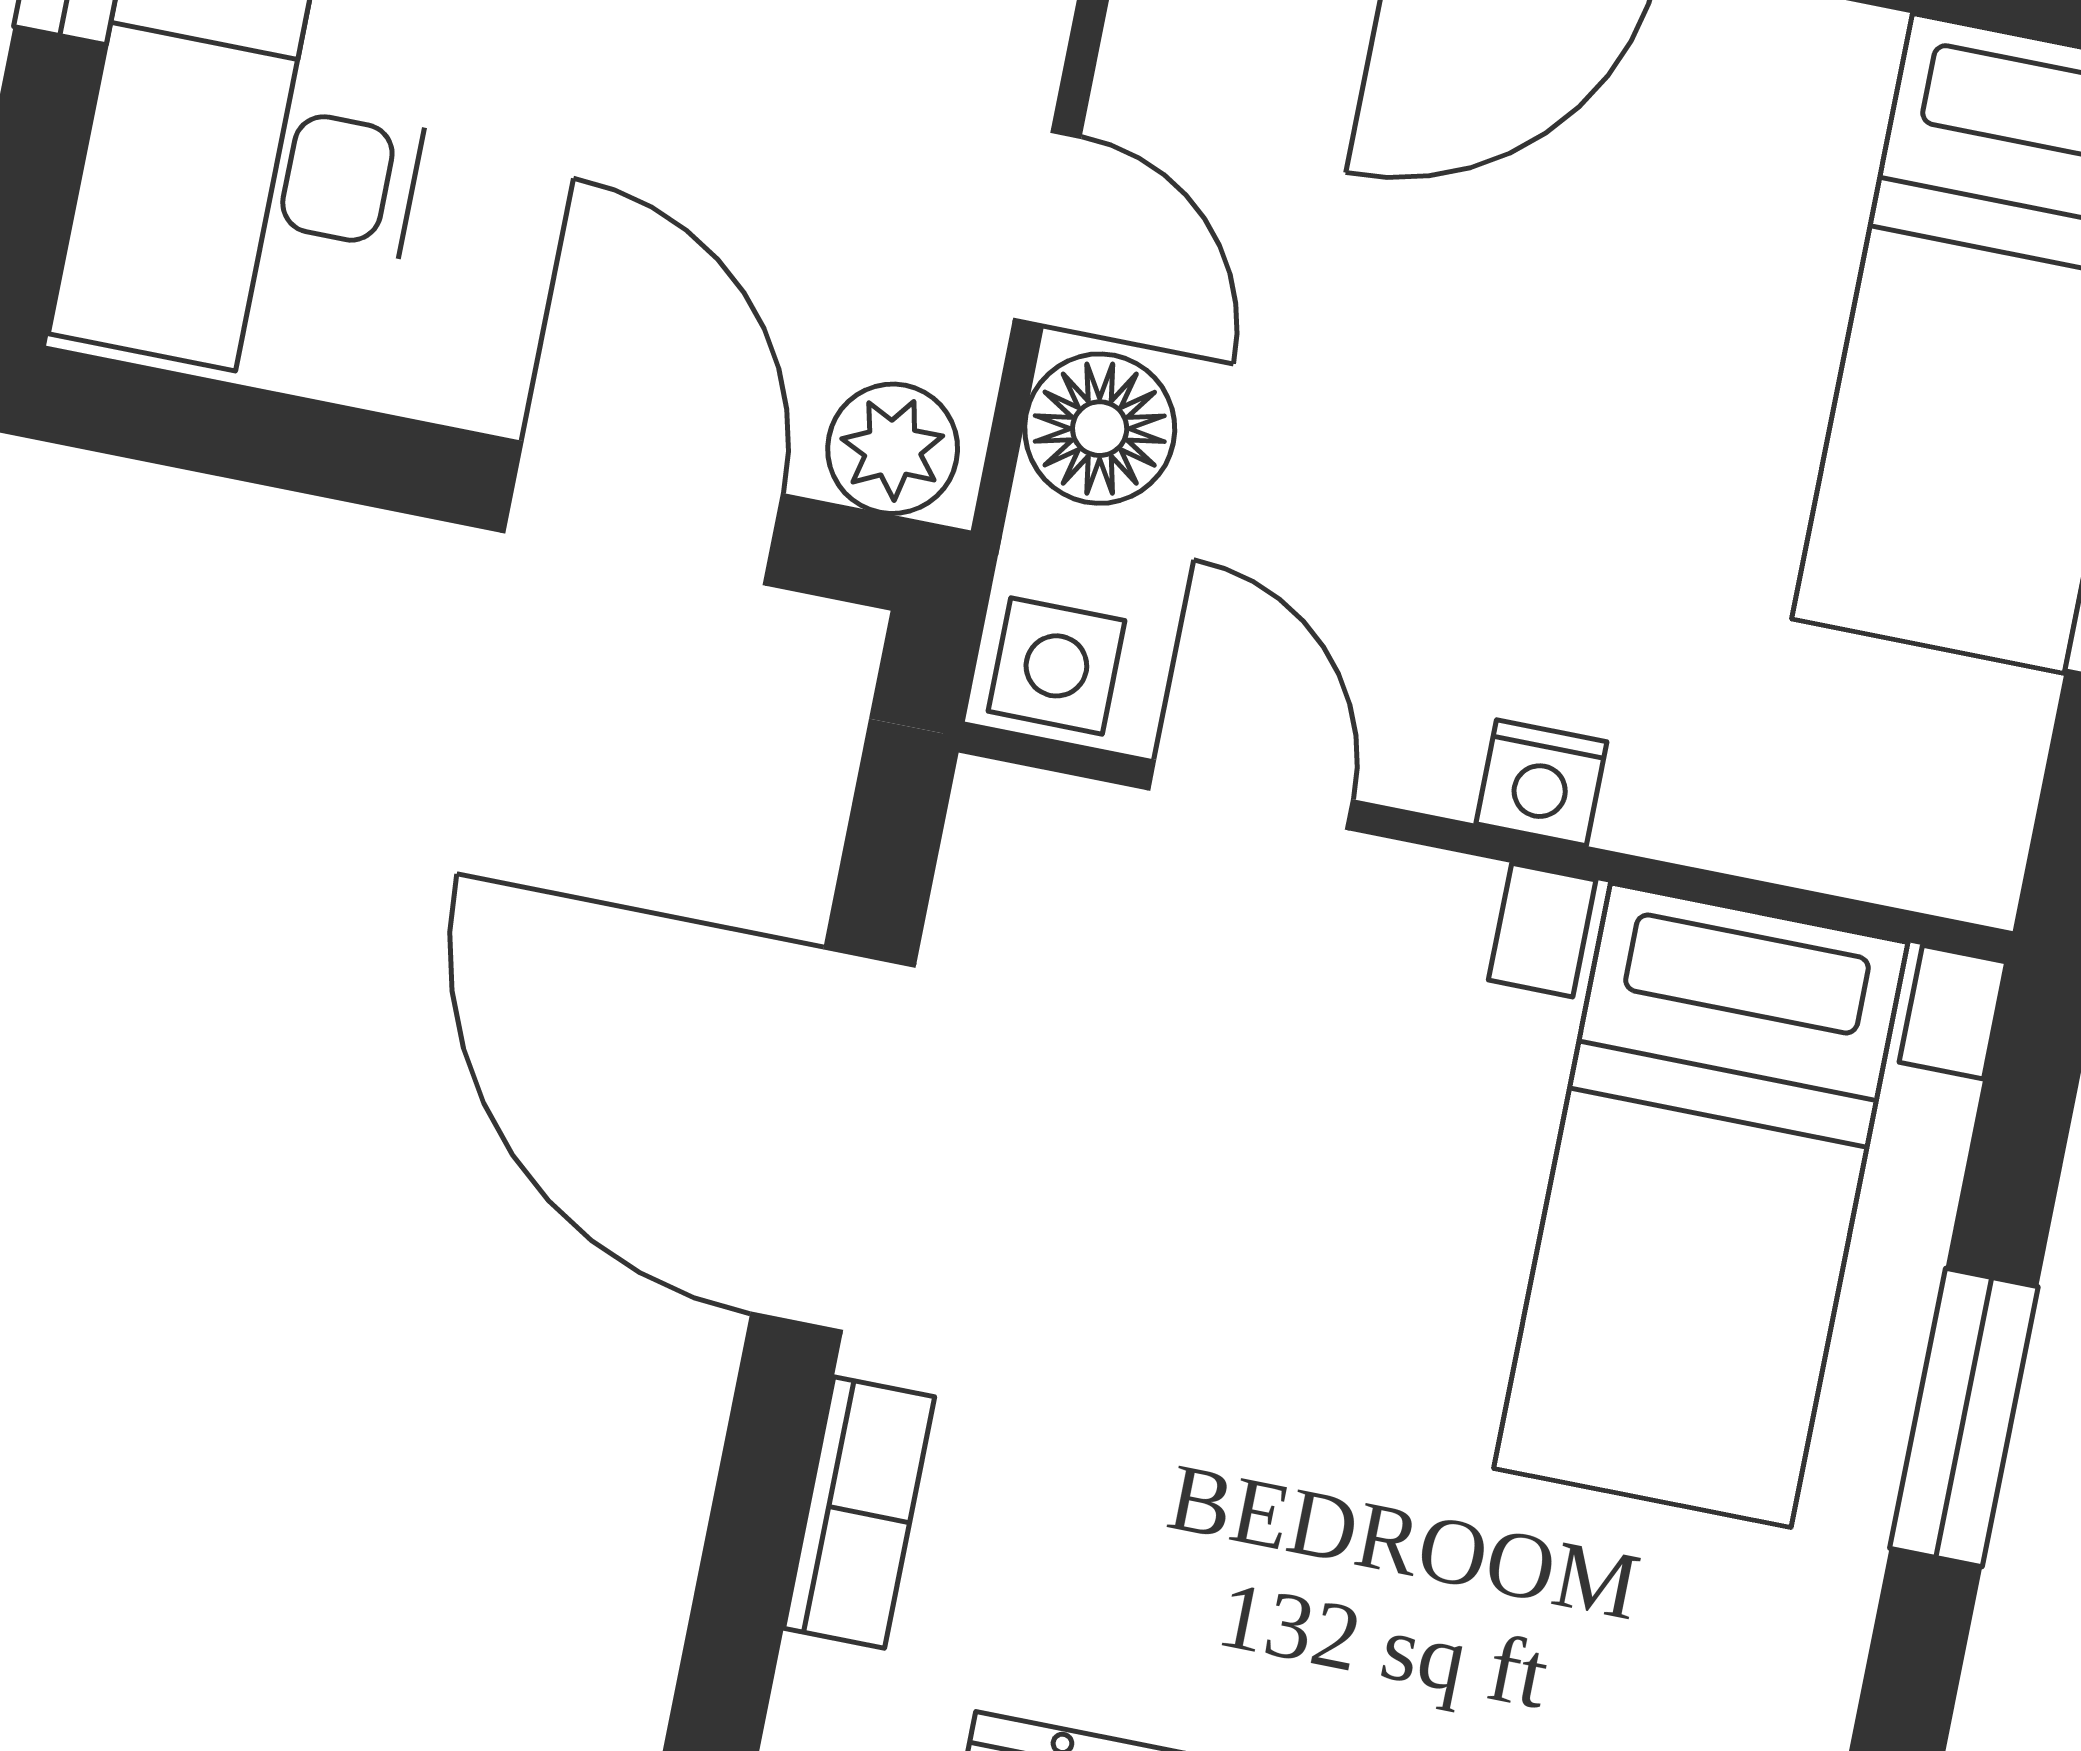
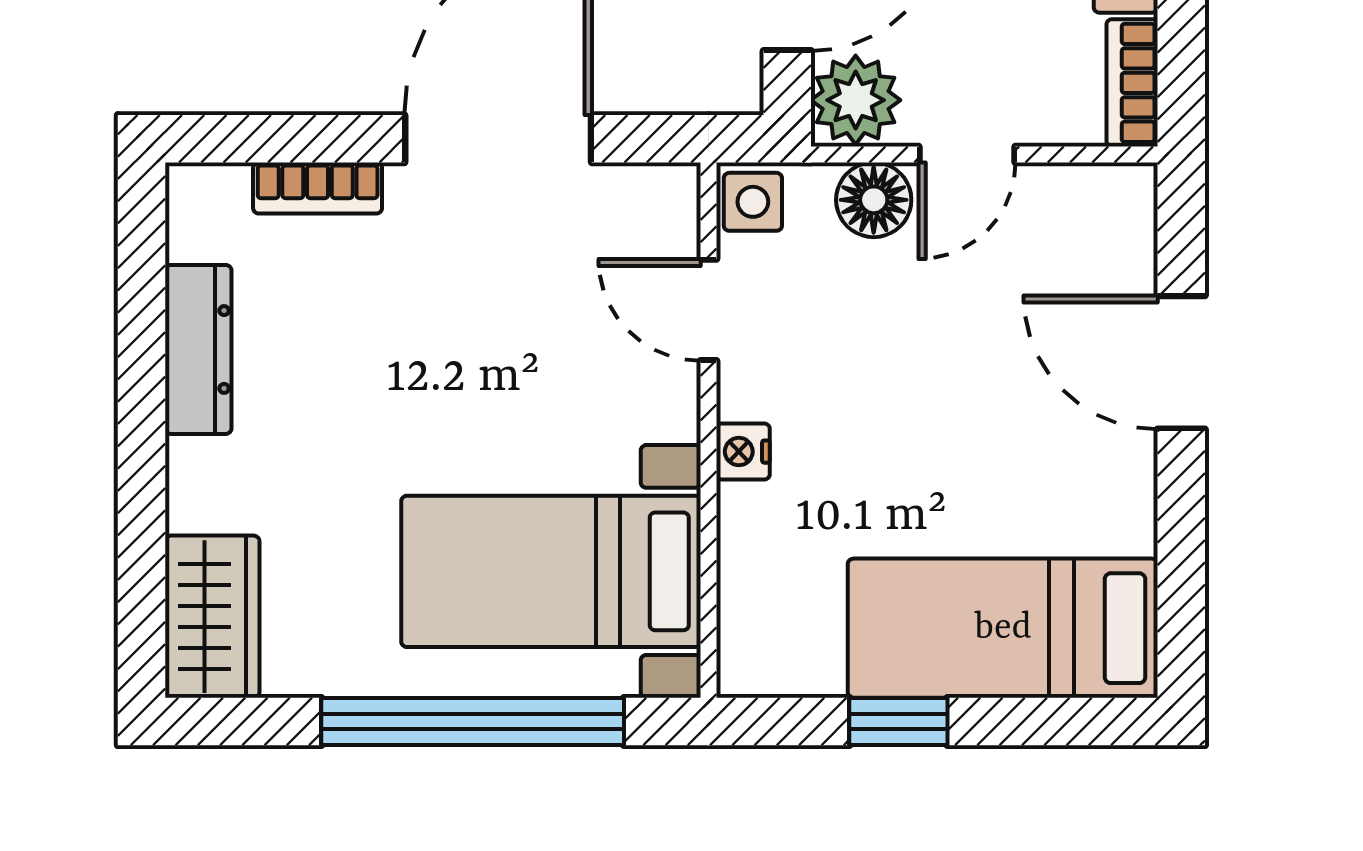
plant: (893, 449) -> (856, 100), width x1.38, depth x1.38
door: (1251, 795) -> (709, 310), swing flipped
window: (1964, 1418) -> (473, 721), width x2.11

